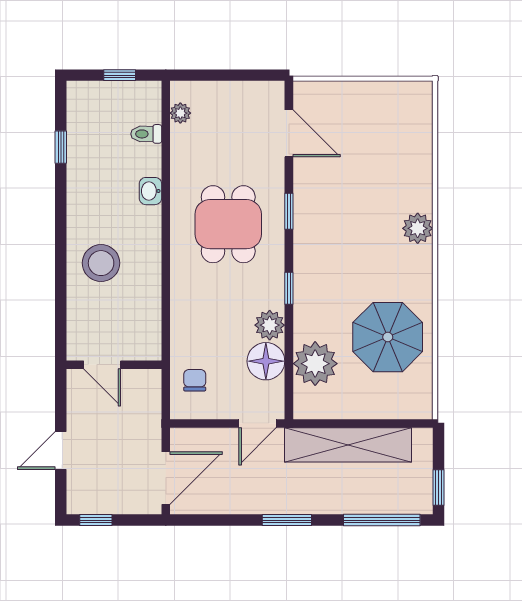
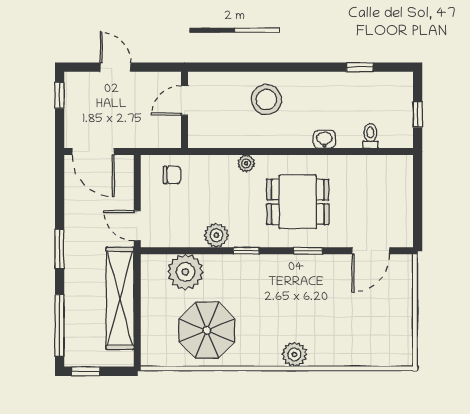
plant: (180, 113) -> (246, 163), moved
floor lamp: (266, 361) -> (187, 232), removed

